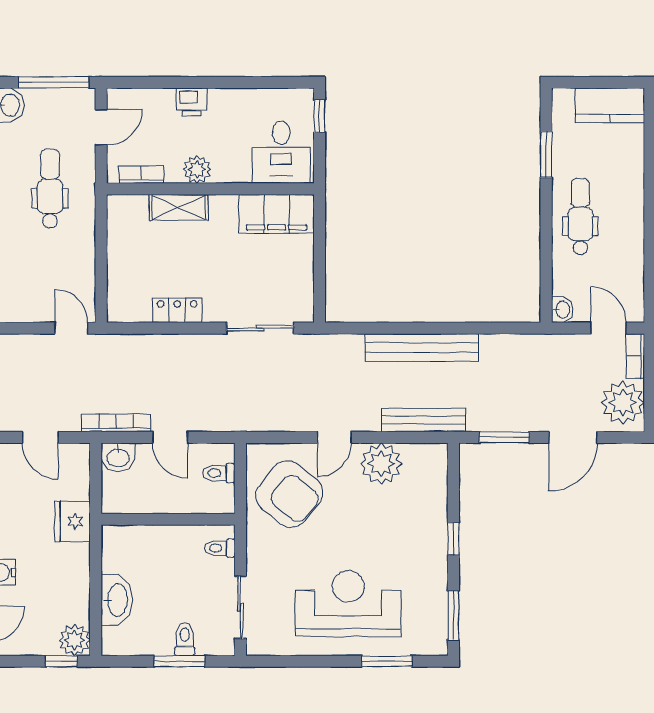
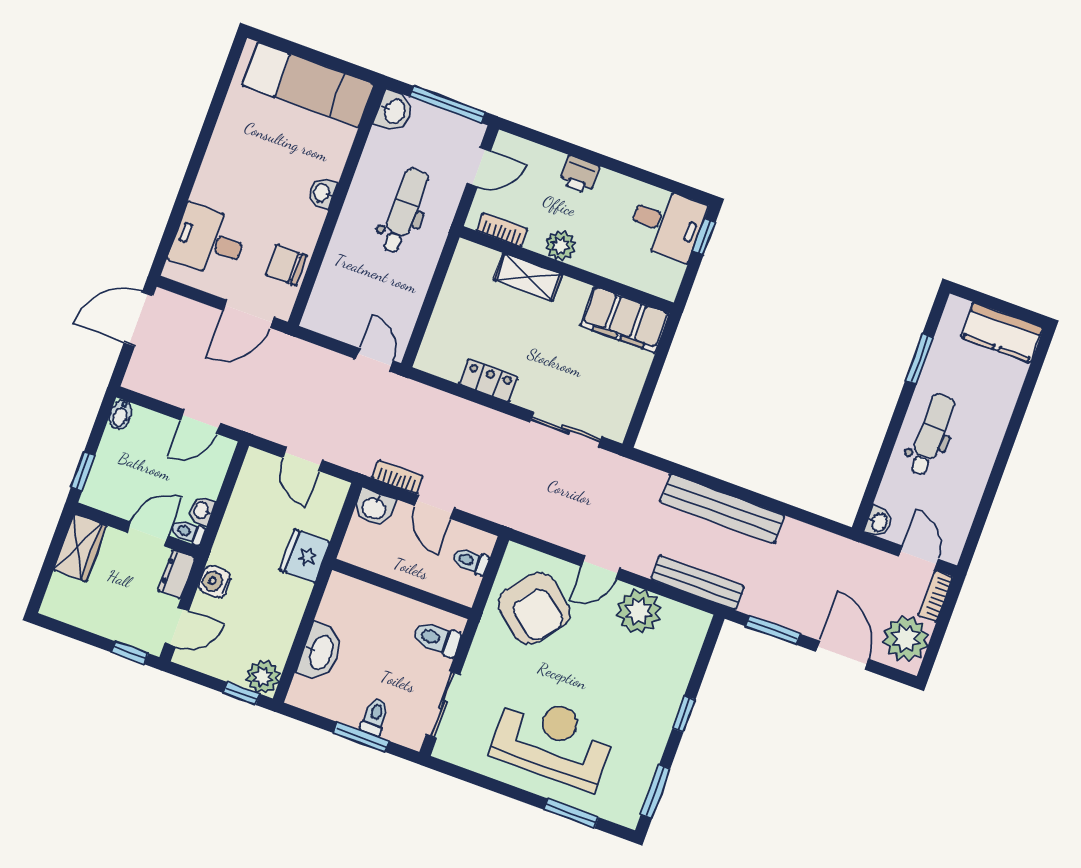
desk: (281, 152) -> (667, 224), moved, turned -90
bookcase: (116, 423) -> (398, 477), width x0.64
door: (573, 437) -> (842, 655), swing flipped
toilet: (220, 548) -> (437, 639), width x1.37, depth x1.39

